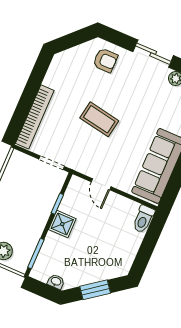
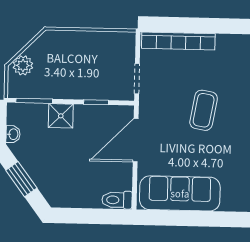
door: (101, 184) -> (136, 140), width x1.88
shower: (62, 224) -> (61, 116), moved

